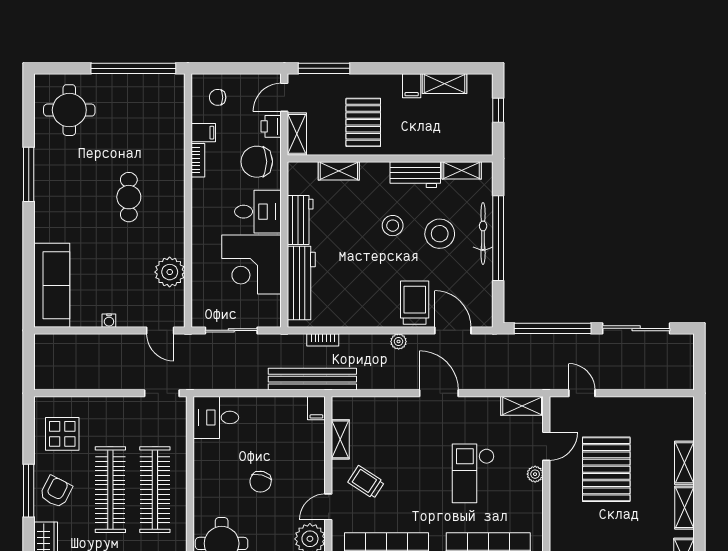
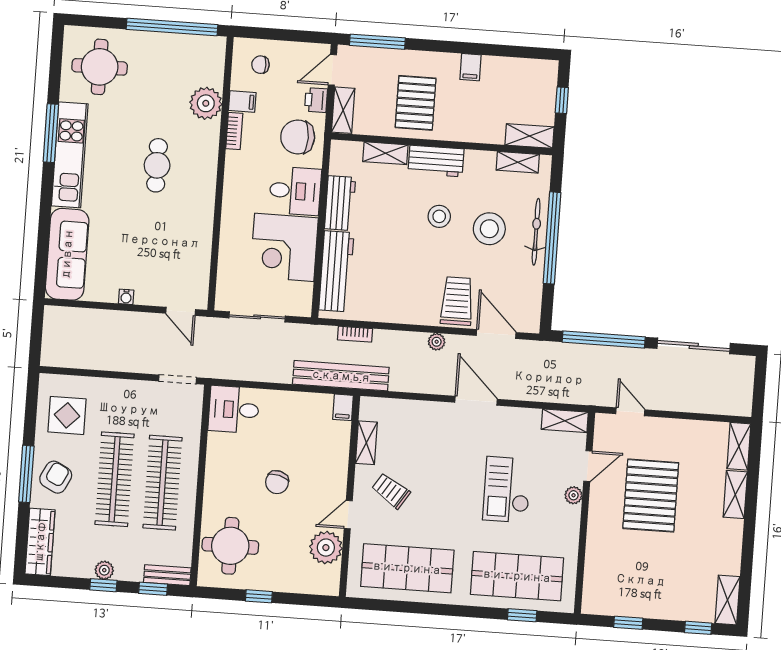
shelving: (445, 84) -> (530, 136), moved
workbench: (415, 175) -> (436, 161), moved
kitchen unit: (47, 193) -> (70, 155), added
plant: (170, 272) -> (206, 103), moved
shelving: (684, 508) -> (739, 446), moved

